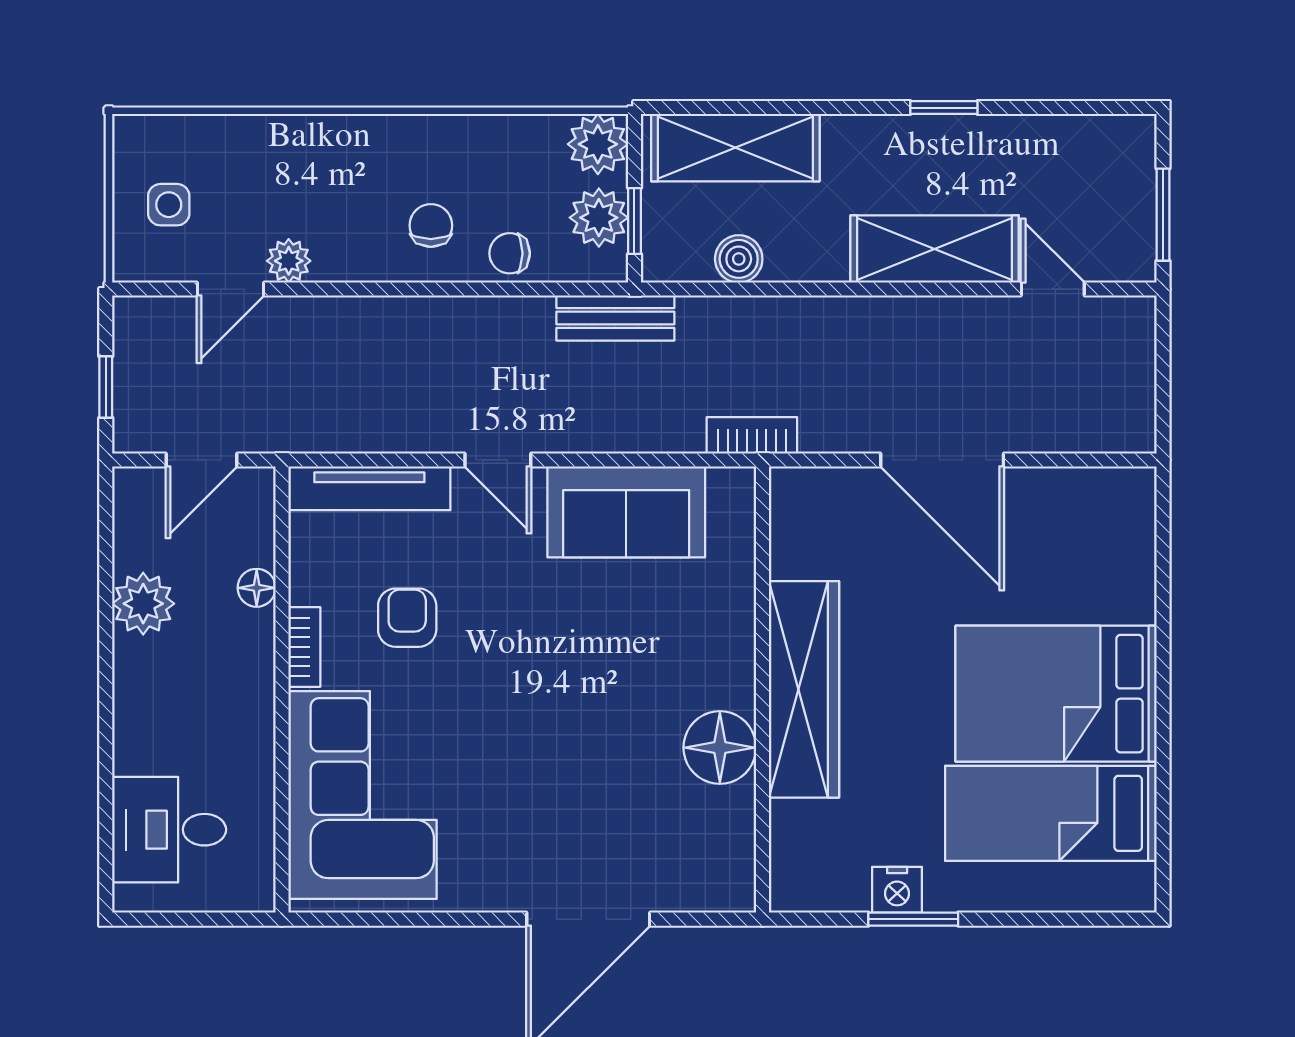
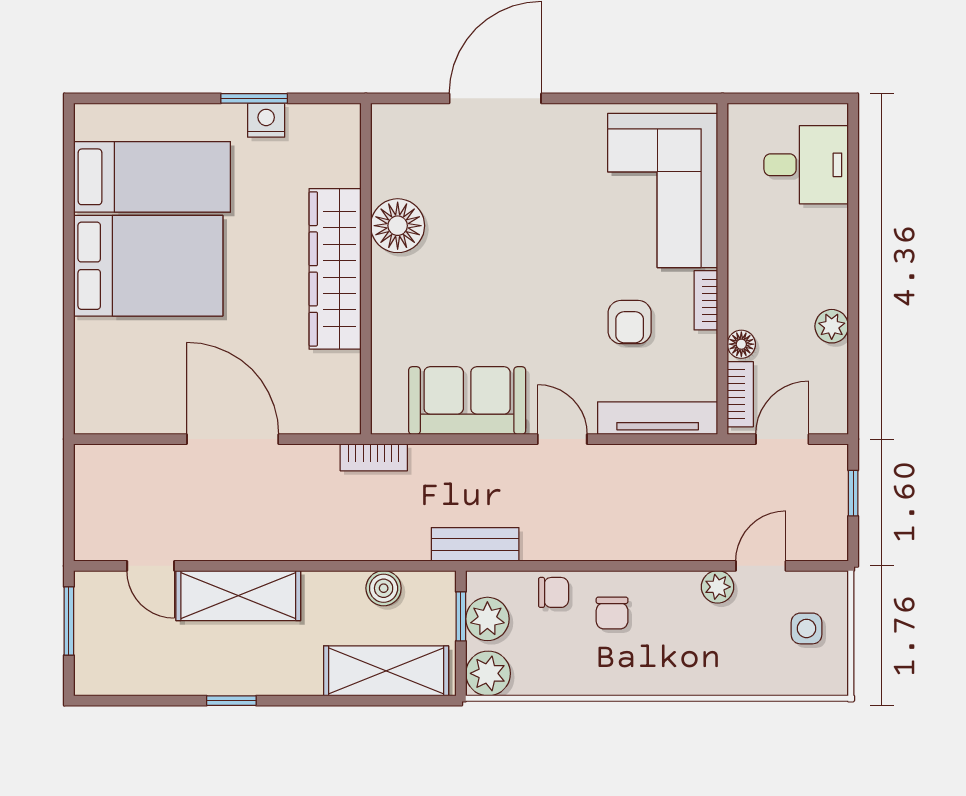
bookcase: (258, 521) -> (740, 394), added
plant: (143, 604) -> (832, 326), width x0.73, depth x0.73

